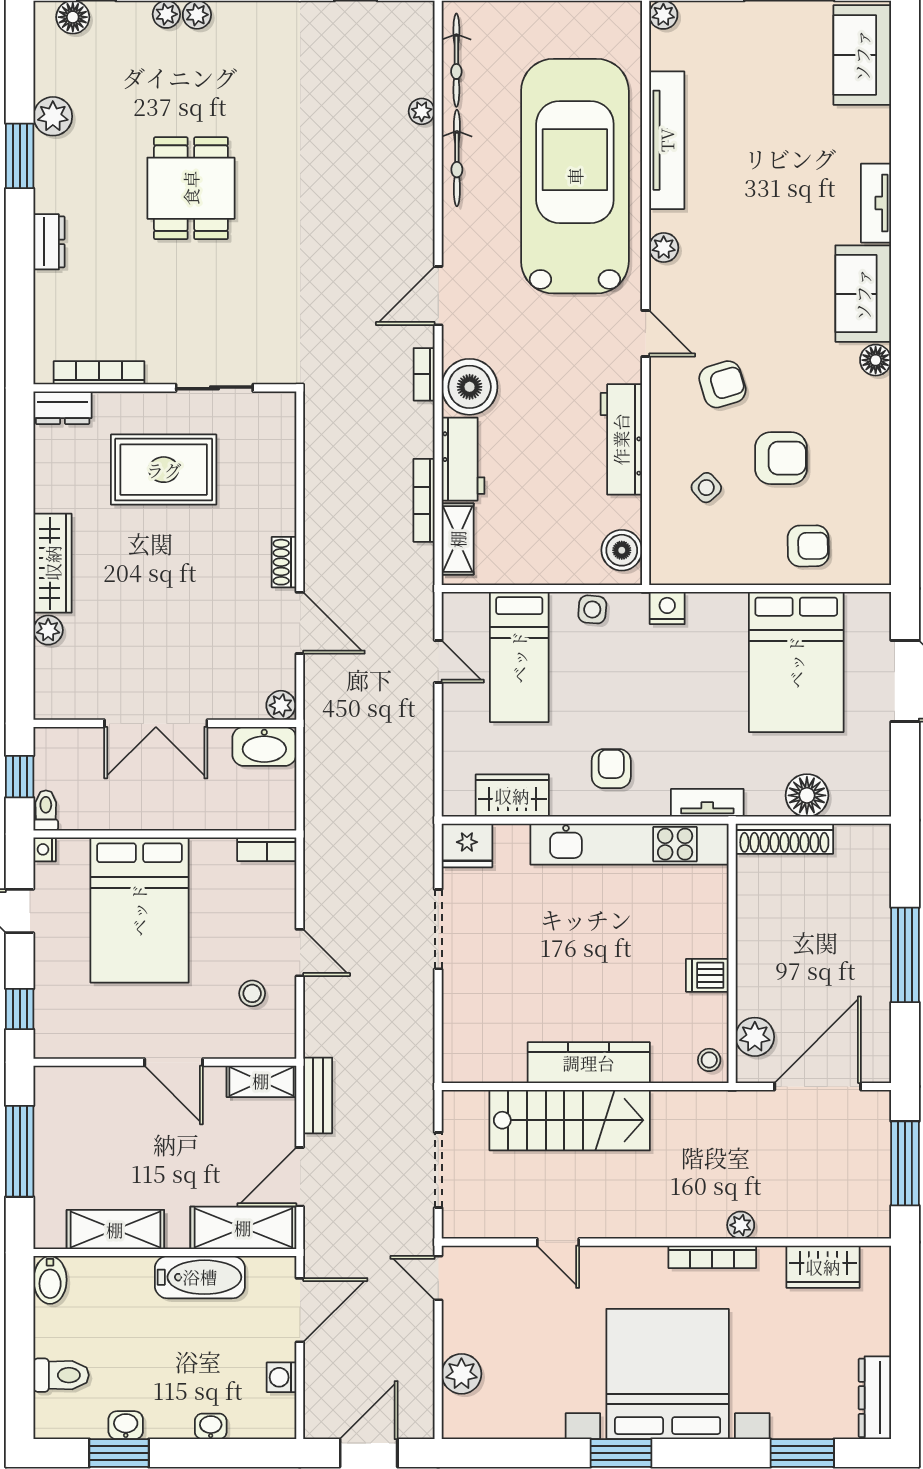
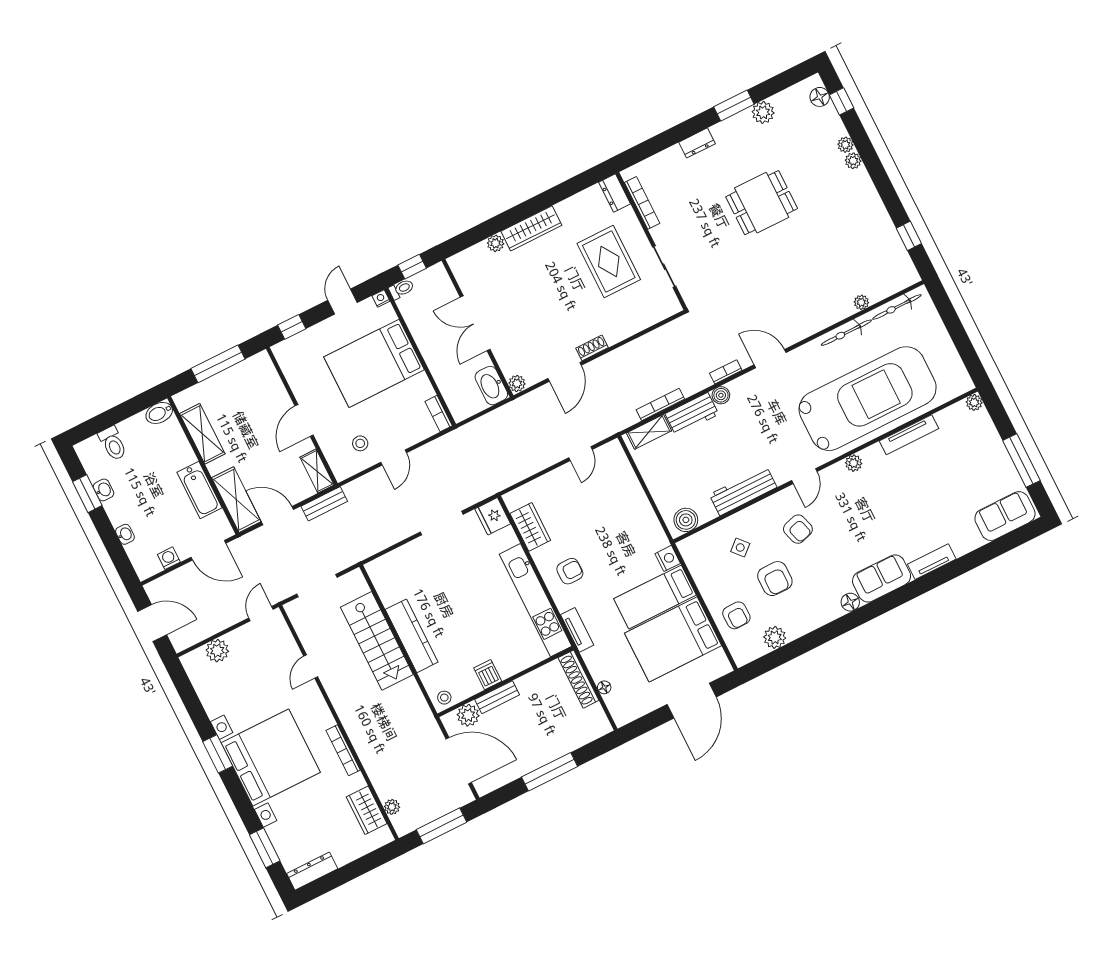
tv unit: (667, 140) -> (909, 435), width x0.73, depth x0.78
boiler: (470, 387) -> (721, 395), width x0.54, depth x0.54
plant: (872, 504) -> (775, 637), added
side table: (592, 609) -> (647, 520), removed
bed: (519, 657) -> (655, 597), moved
floor lamp: (807, 795) -> (604, 687), width x0.53, depth x0.53
bench: (749, 978) -> (497, 697), added
plant: (741, 1225) -> (392, 807), moved

